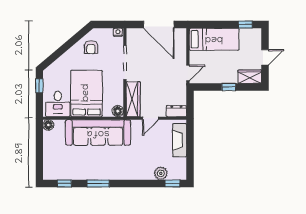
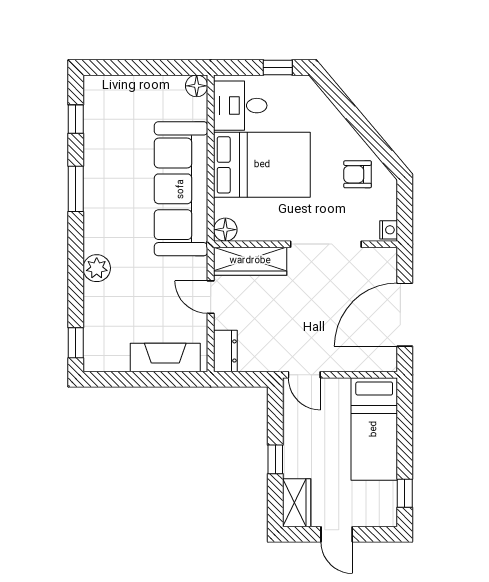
plant: (161, 173) -> (97, 268), moved

